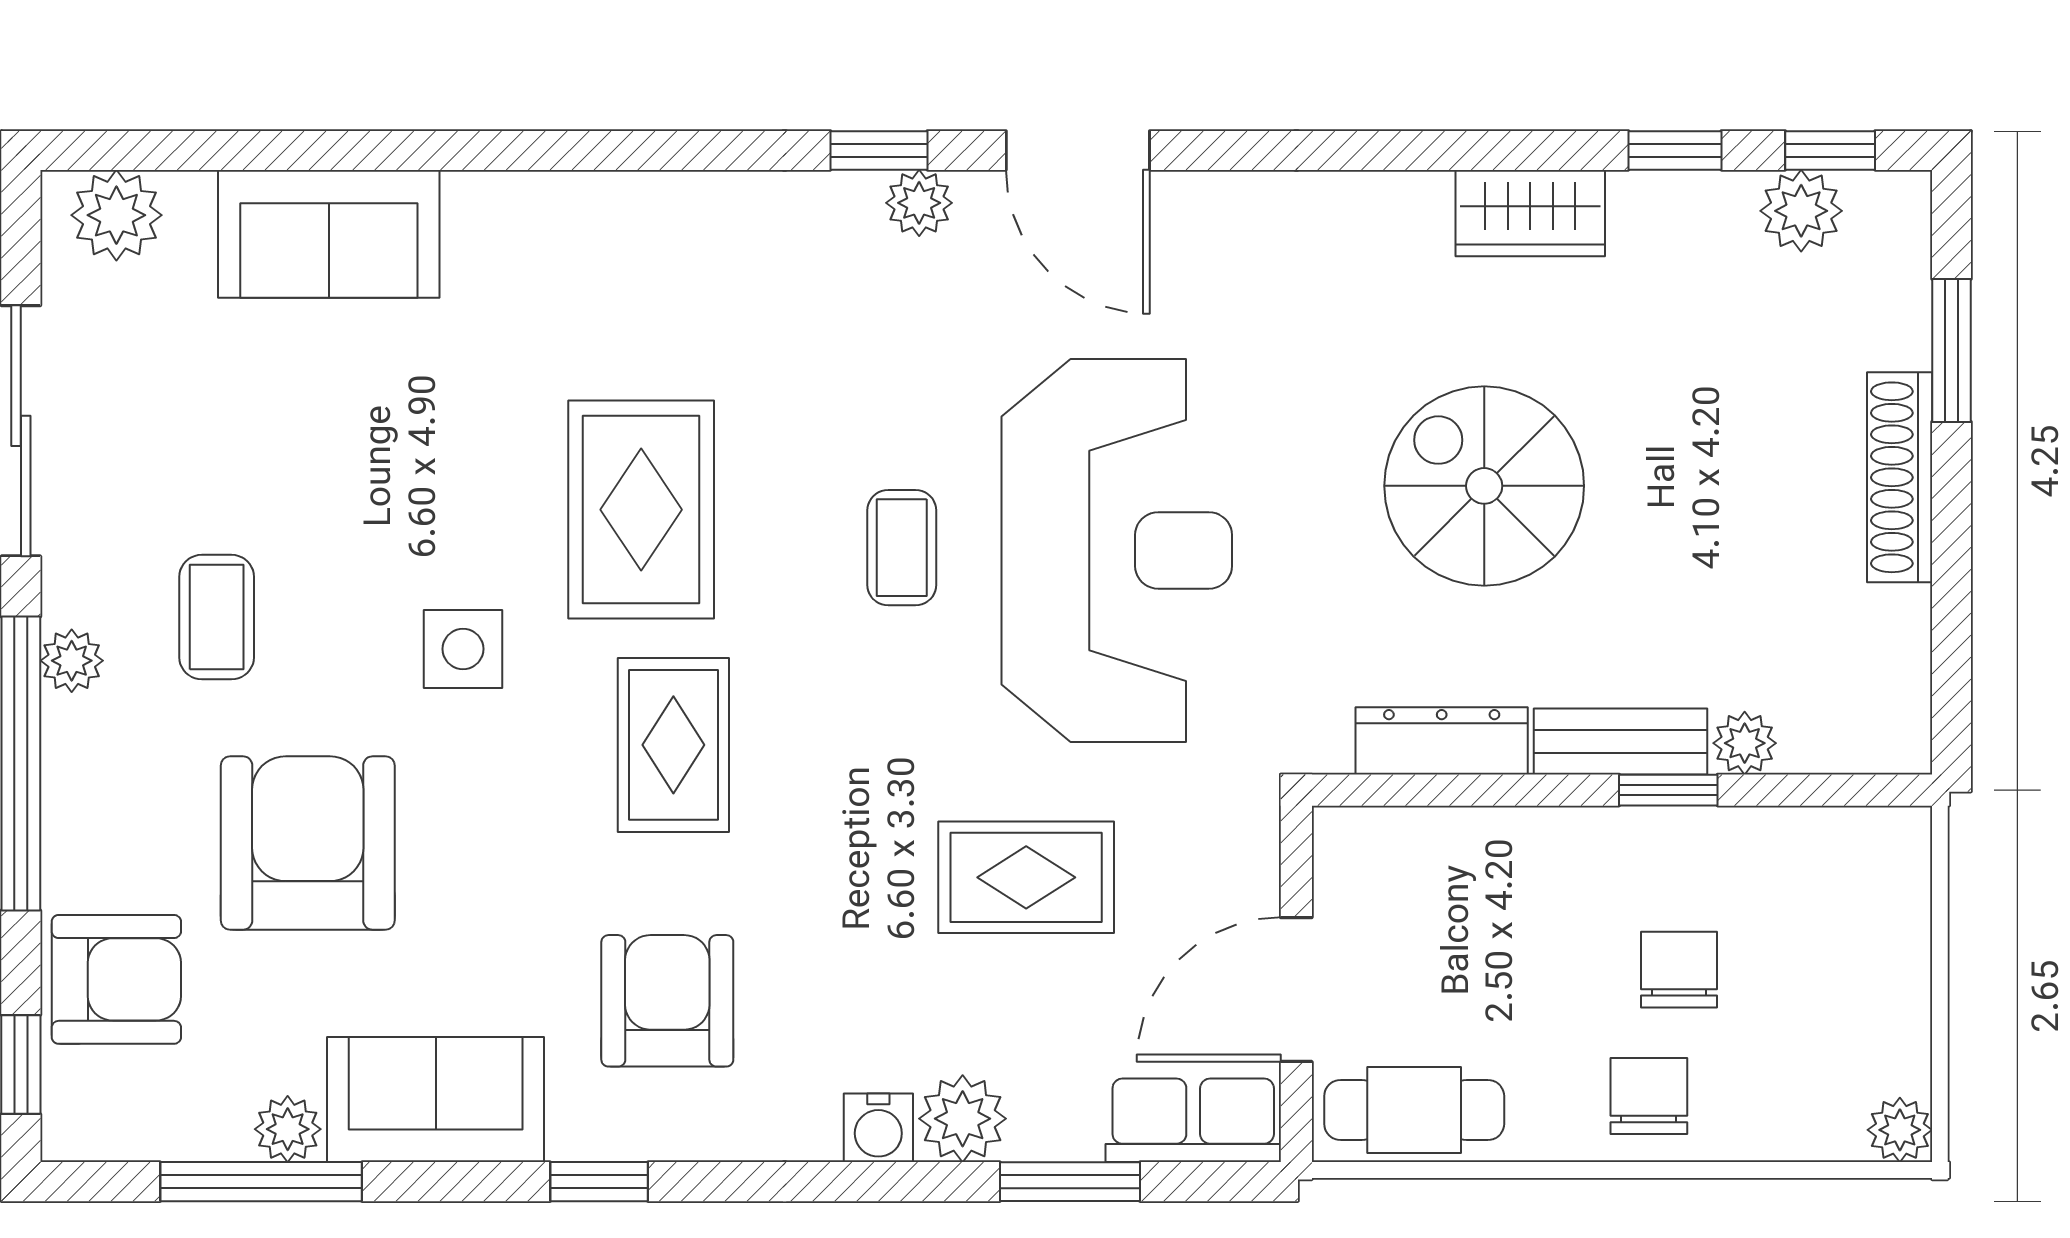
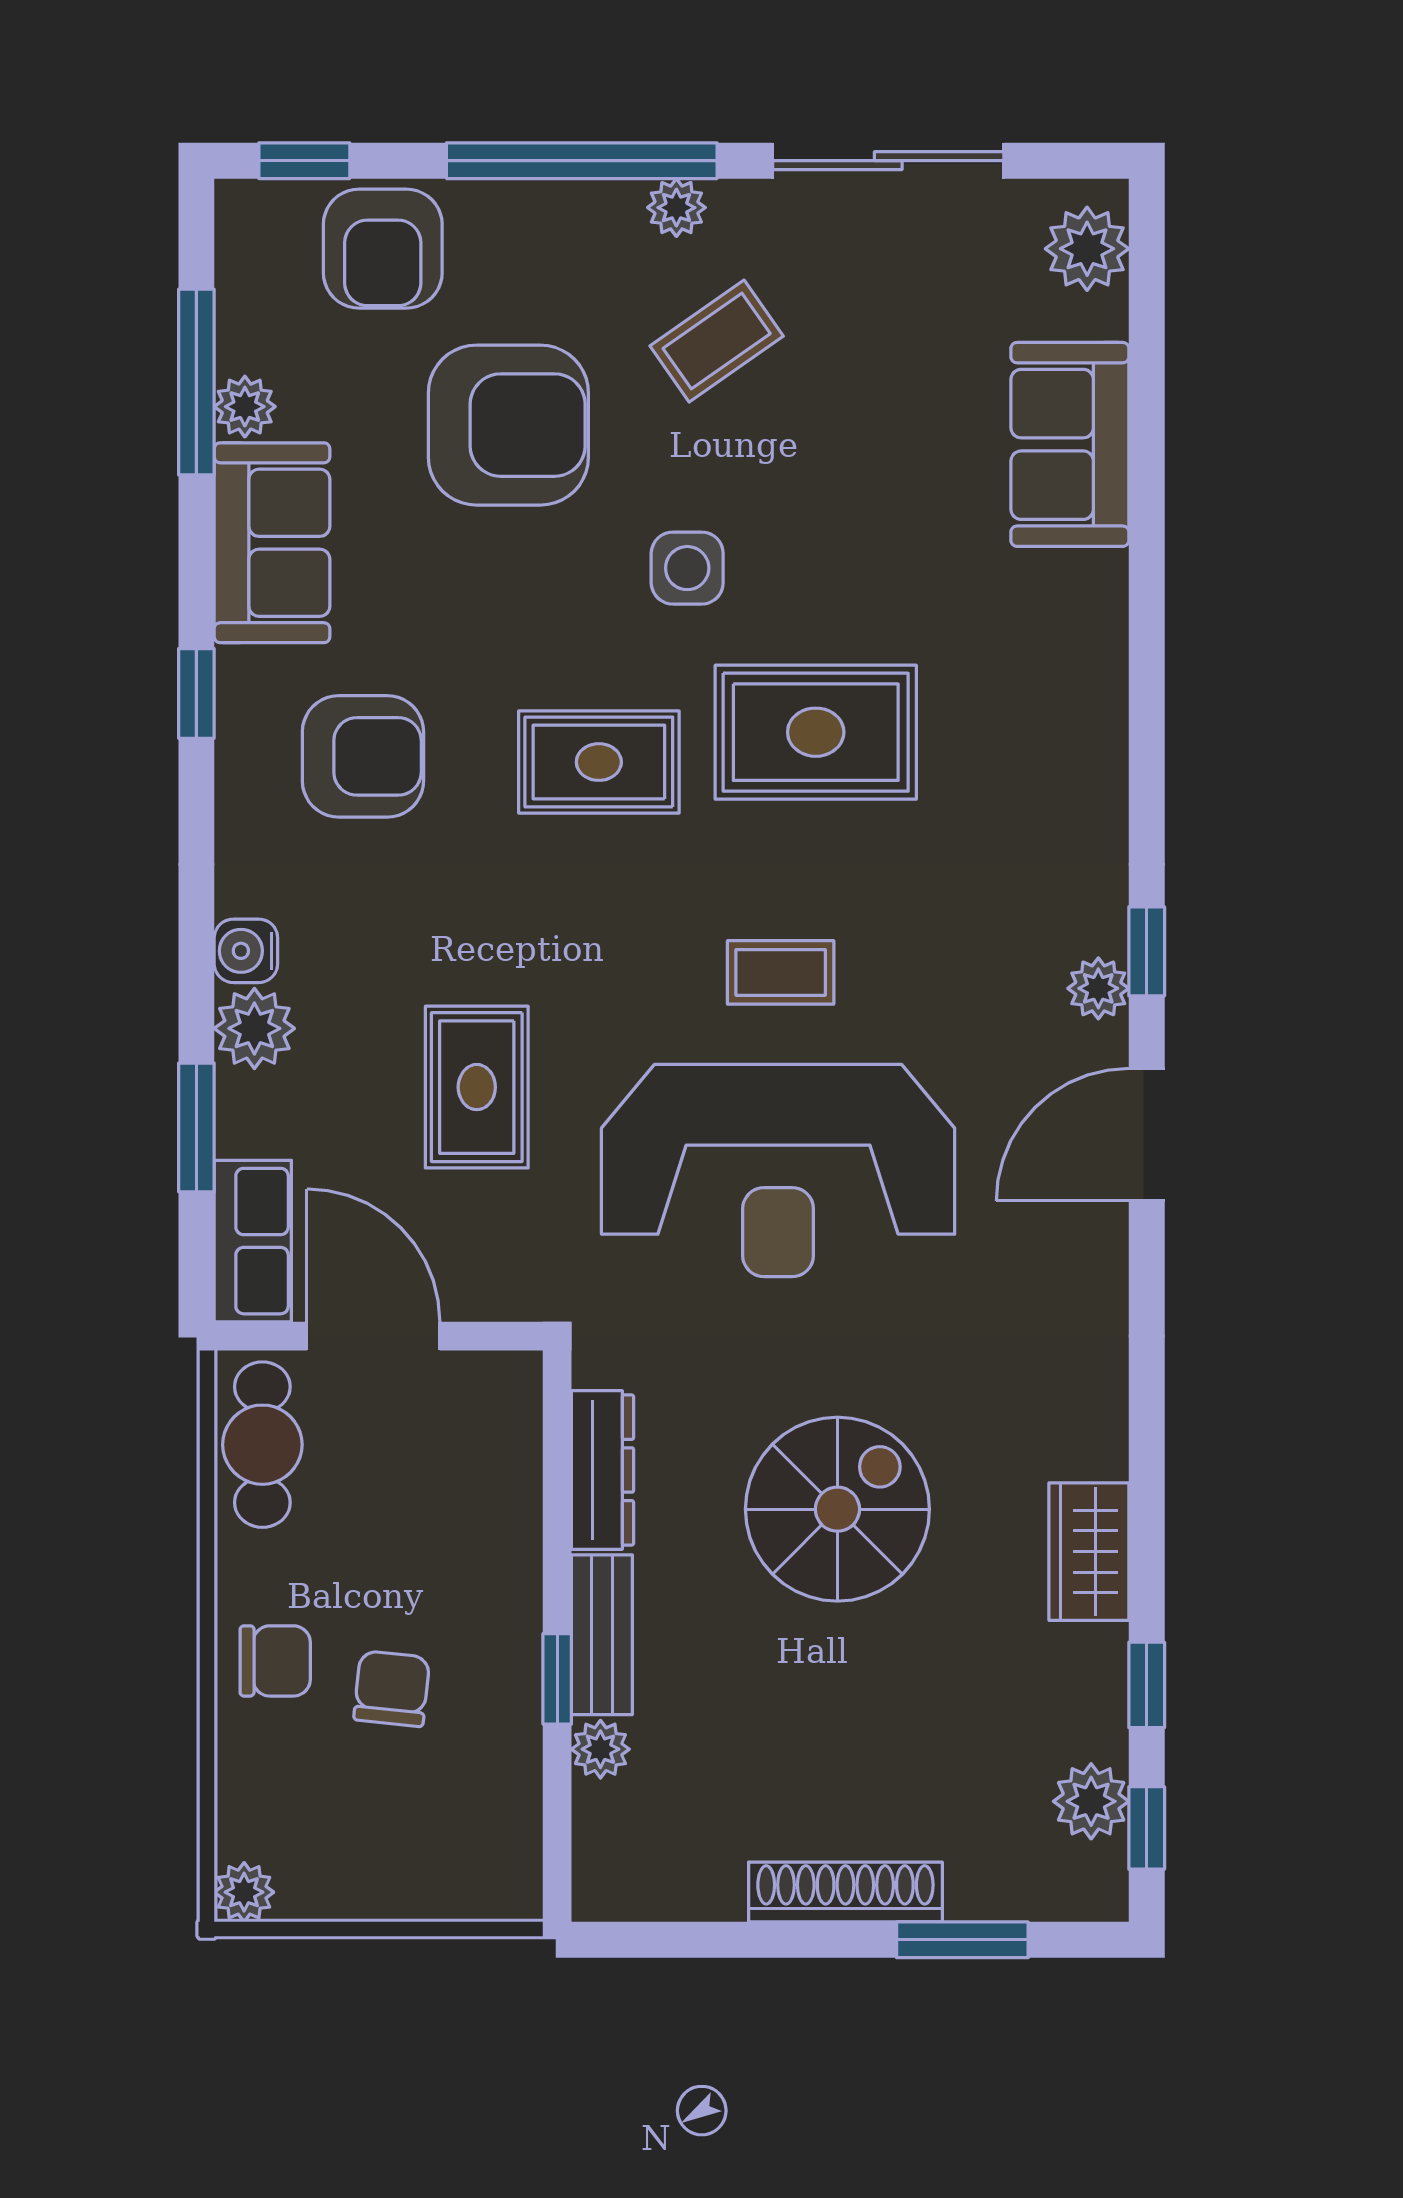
coffee table: (217, 617) -> (717, 341), turned -35
chair: (1679, 970) -> (392, 1689), turned -84

